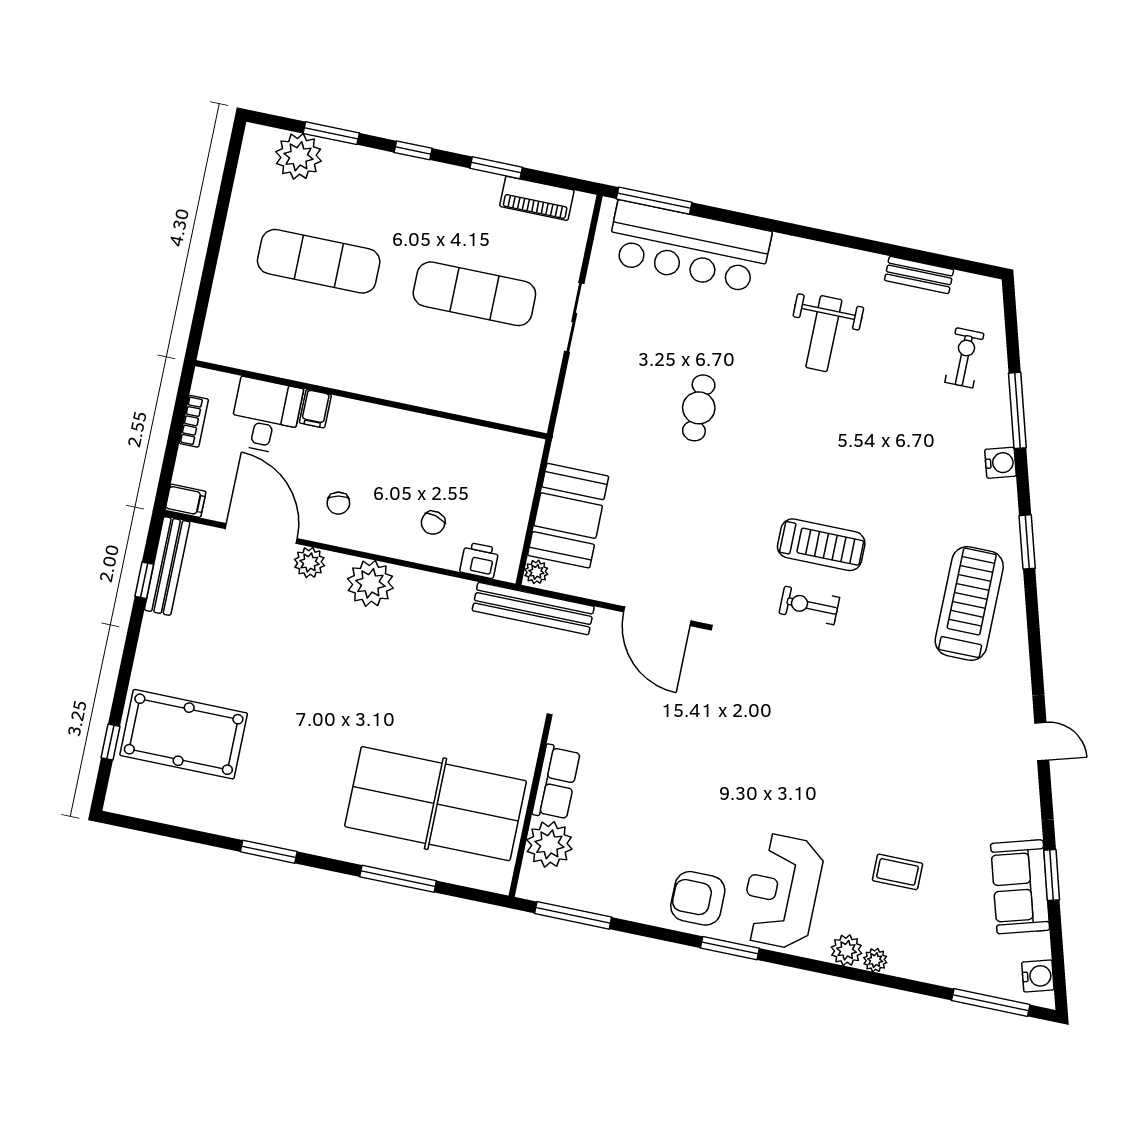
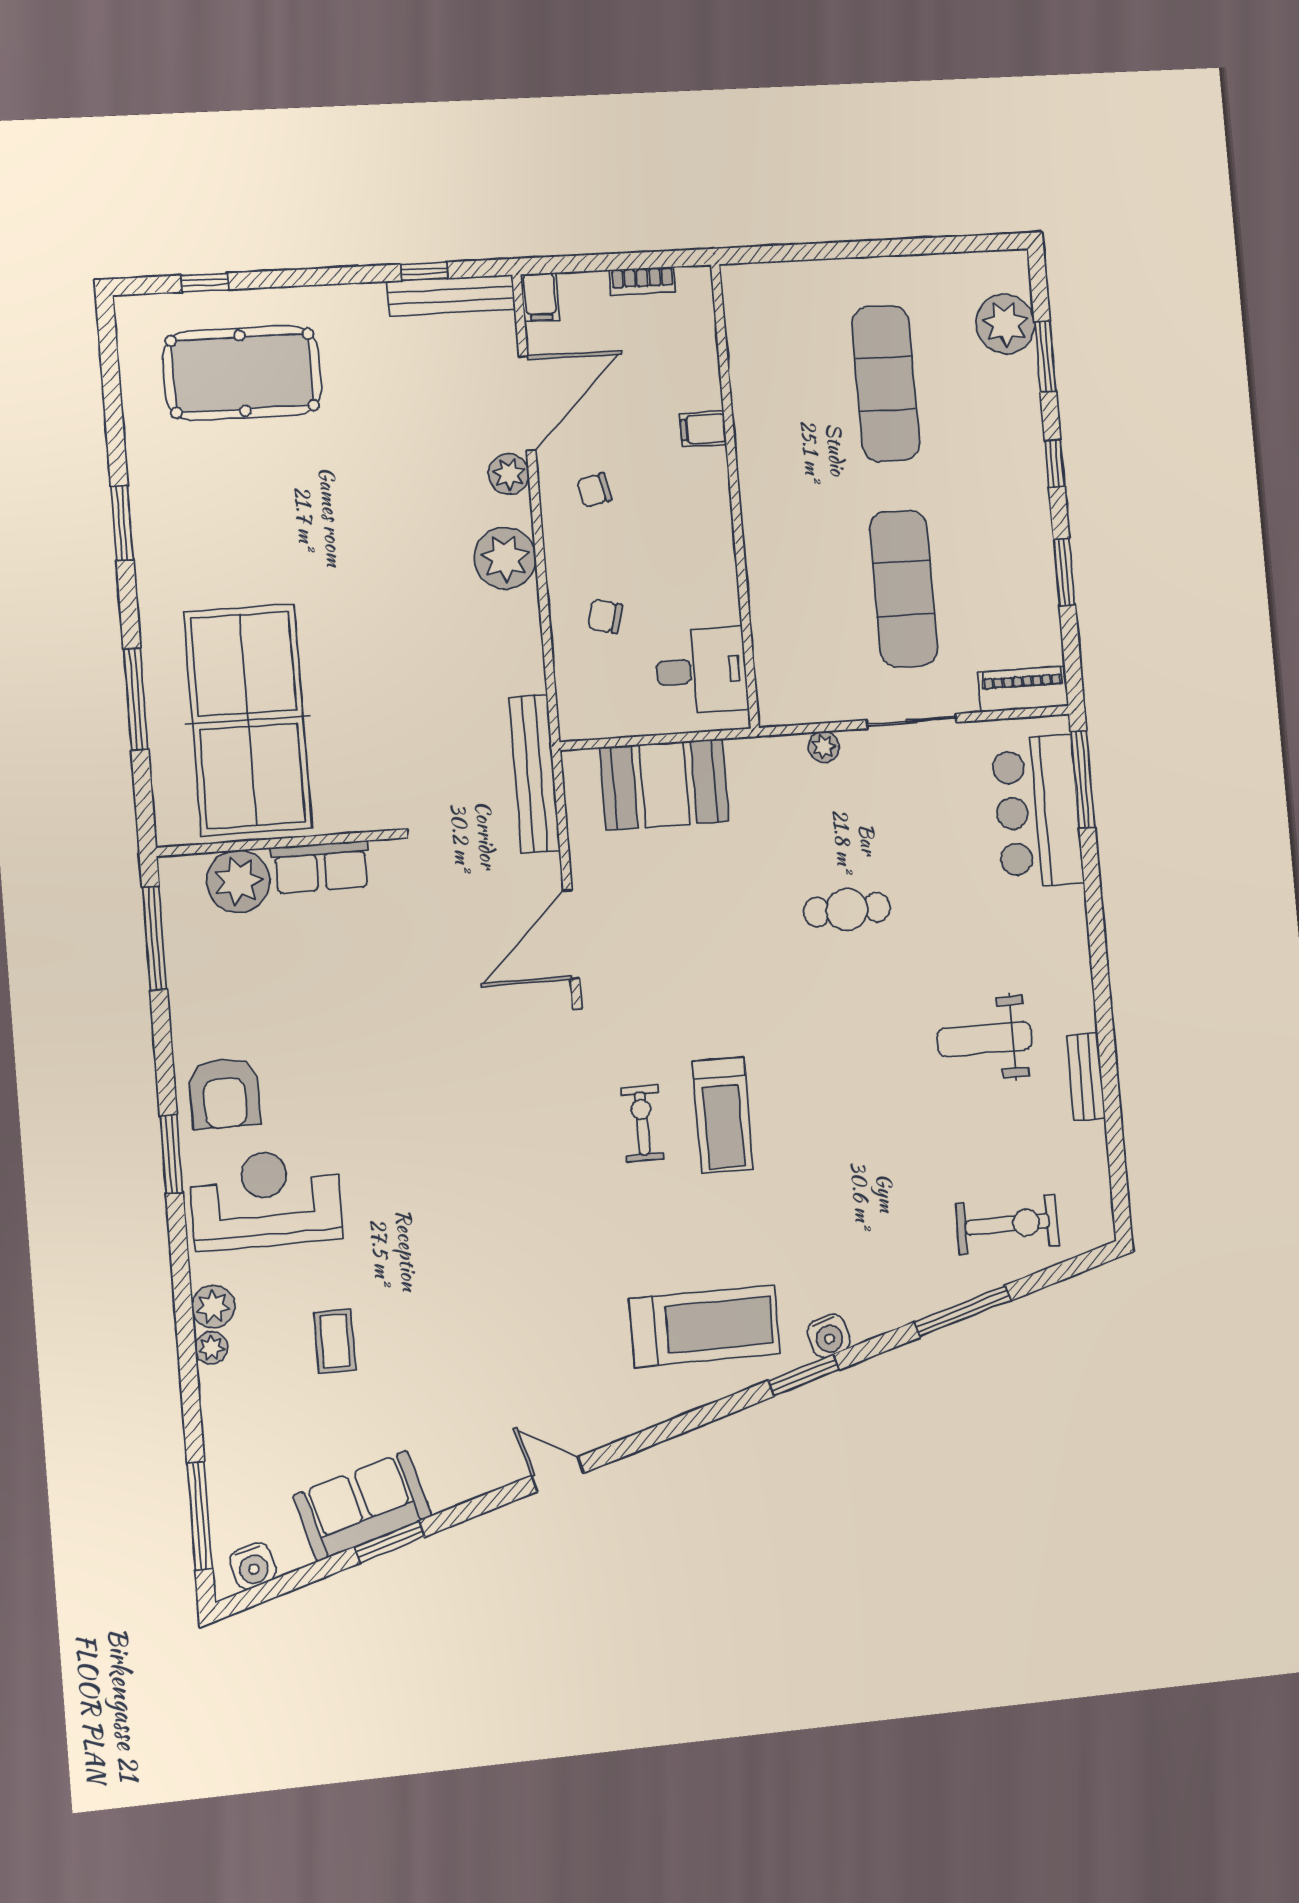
piano: (537, 198) -> (1023, 689), moved, turned 90
bar counter: (689, 247) -> (1038, 812), width x0.73
bench: (919, 275) -> (1086, 1077), moved
exercise bike: (964, 358) -> (1007, 1224), width x1.38, depth x1.39
desk: (266, 416) -> (701, 671), moved
water cooler: (1001, 463) -> (828, 1336), moved
printer: (479, 560) -> (575, 688), removed
plant: (536, 572) -> (824, 747), moved
pool table: (184, 734) -> (242, 373), turned 90
door: (1042, 741) -> (558, 1474), swing flipped
armchair: (698, 898) -> (224, 1093), turned 180

